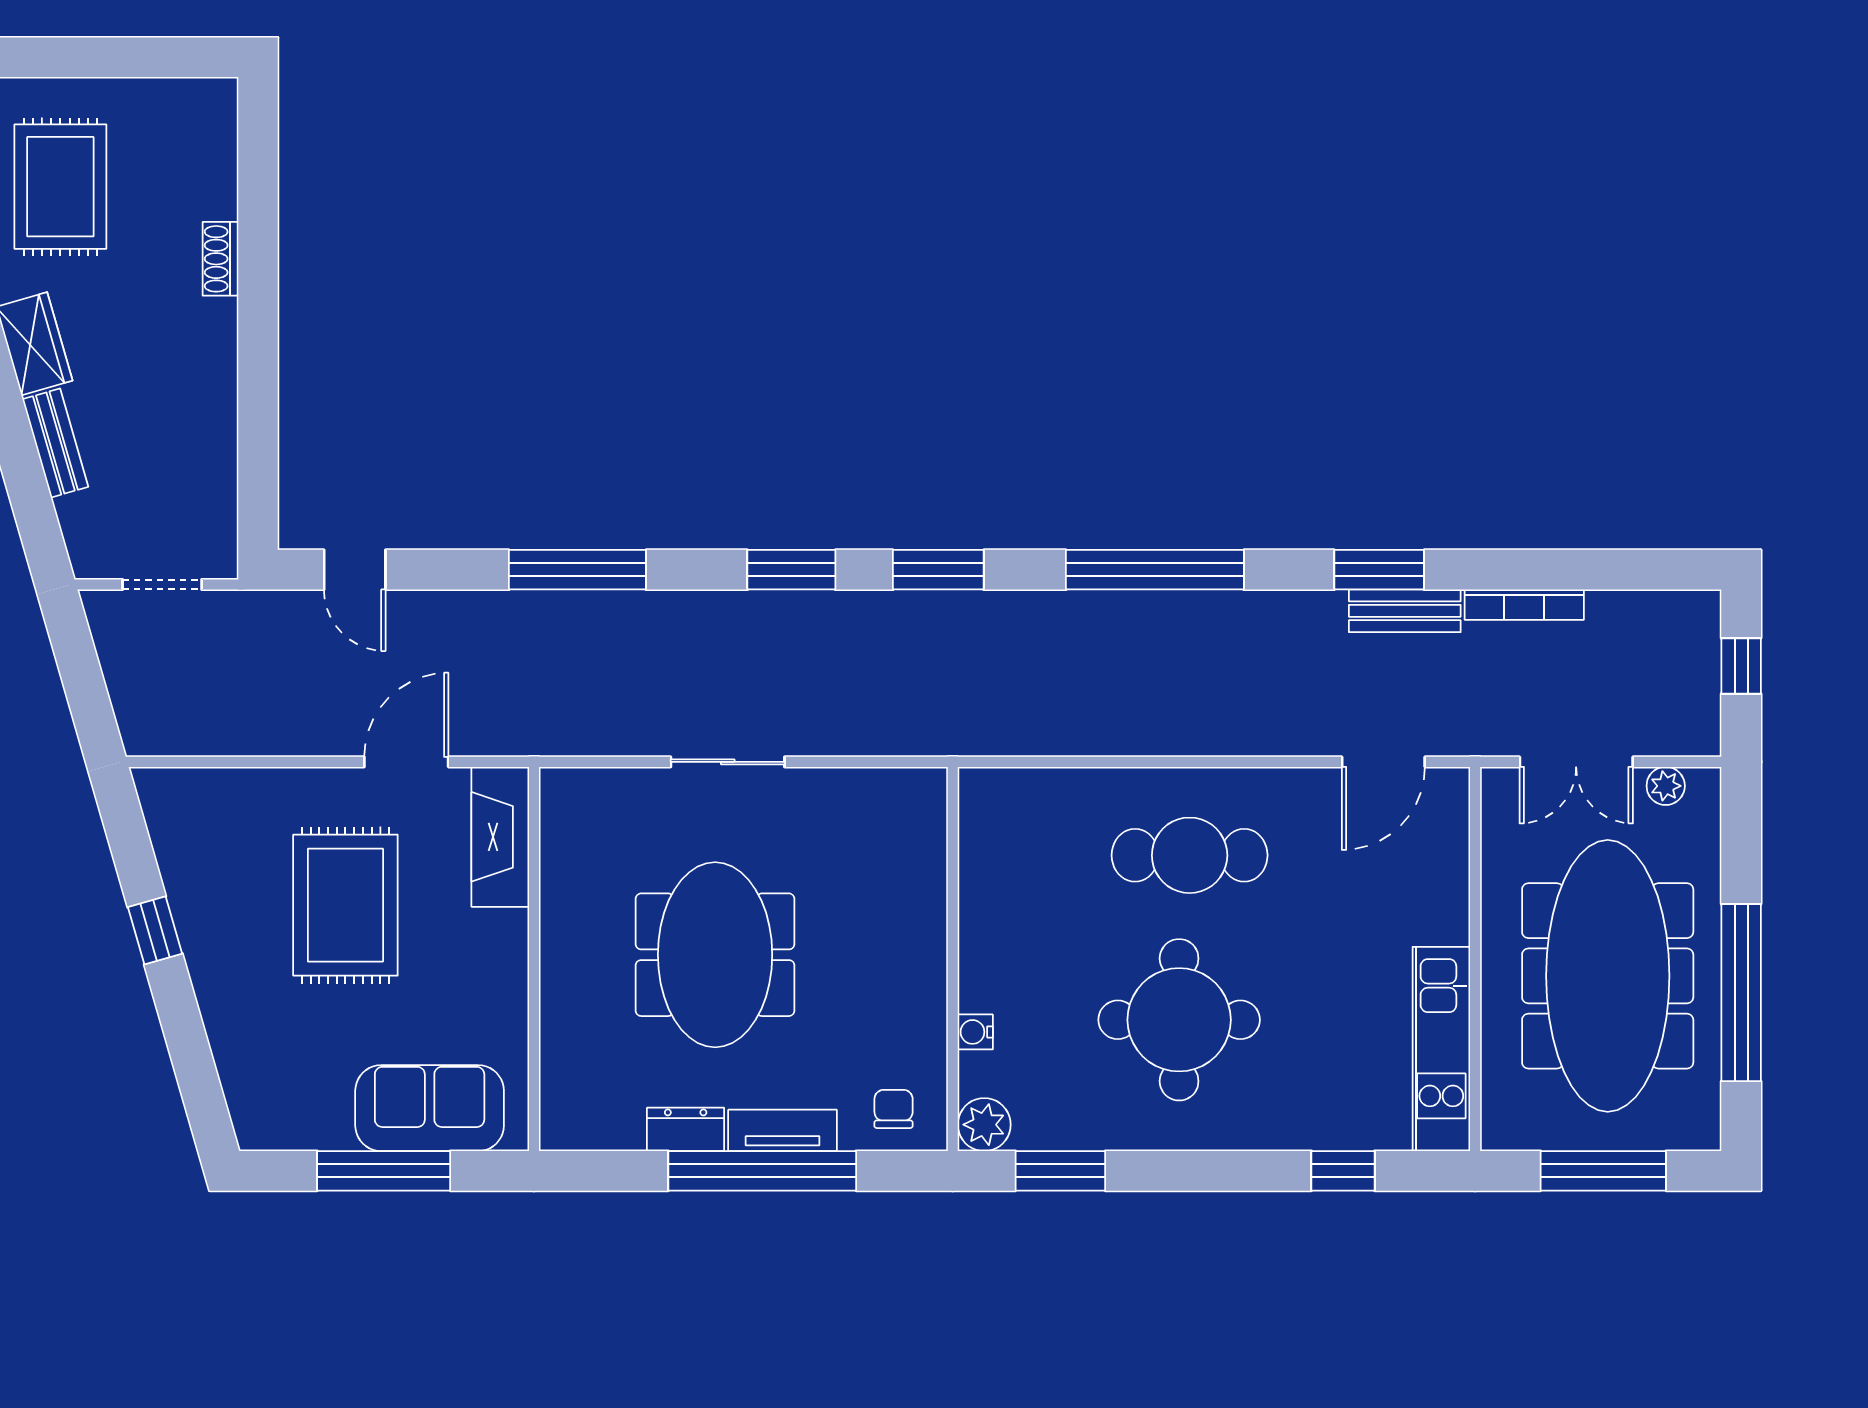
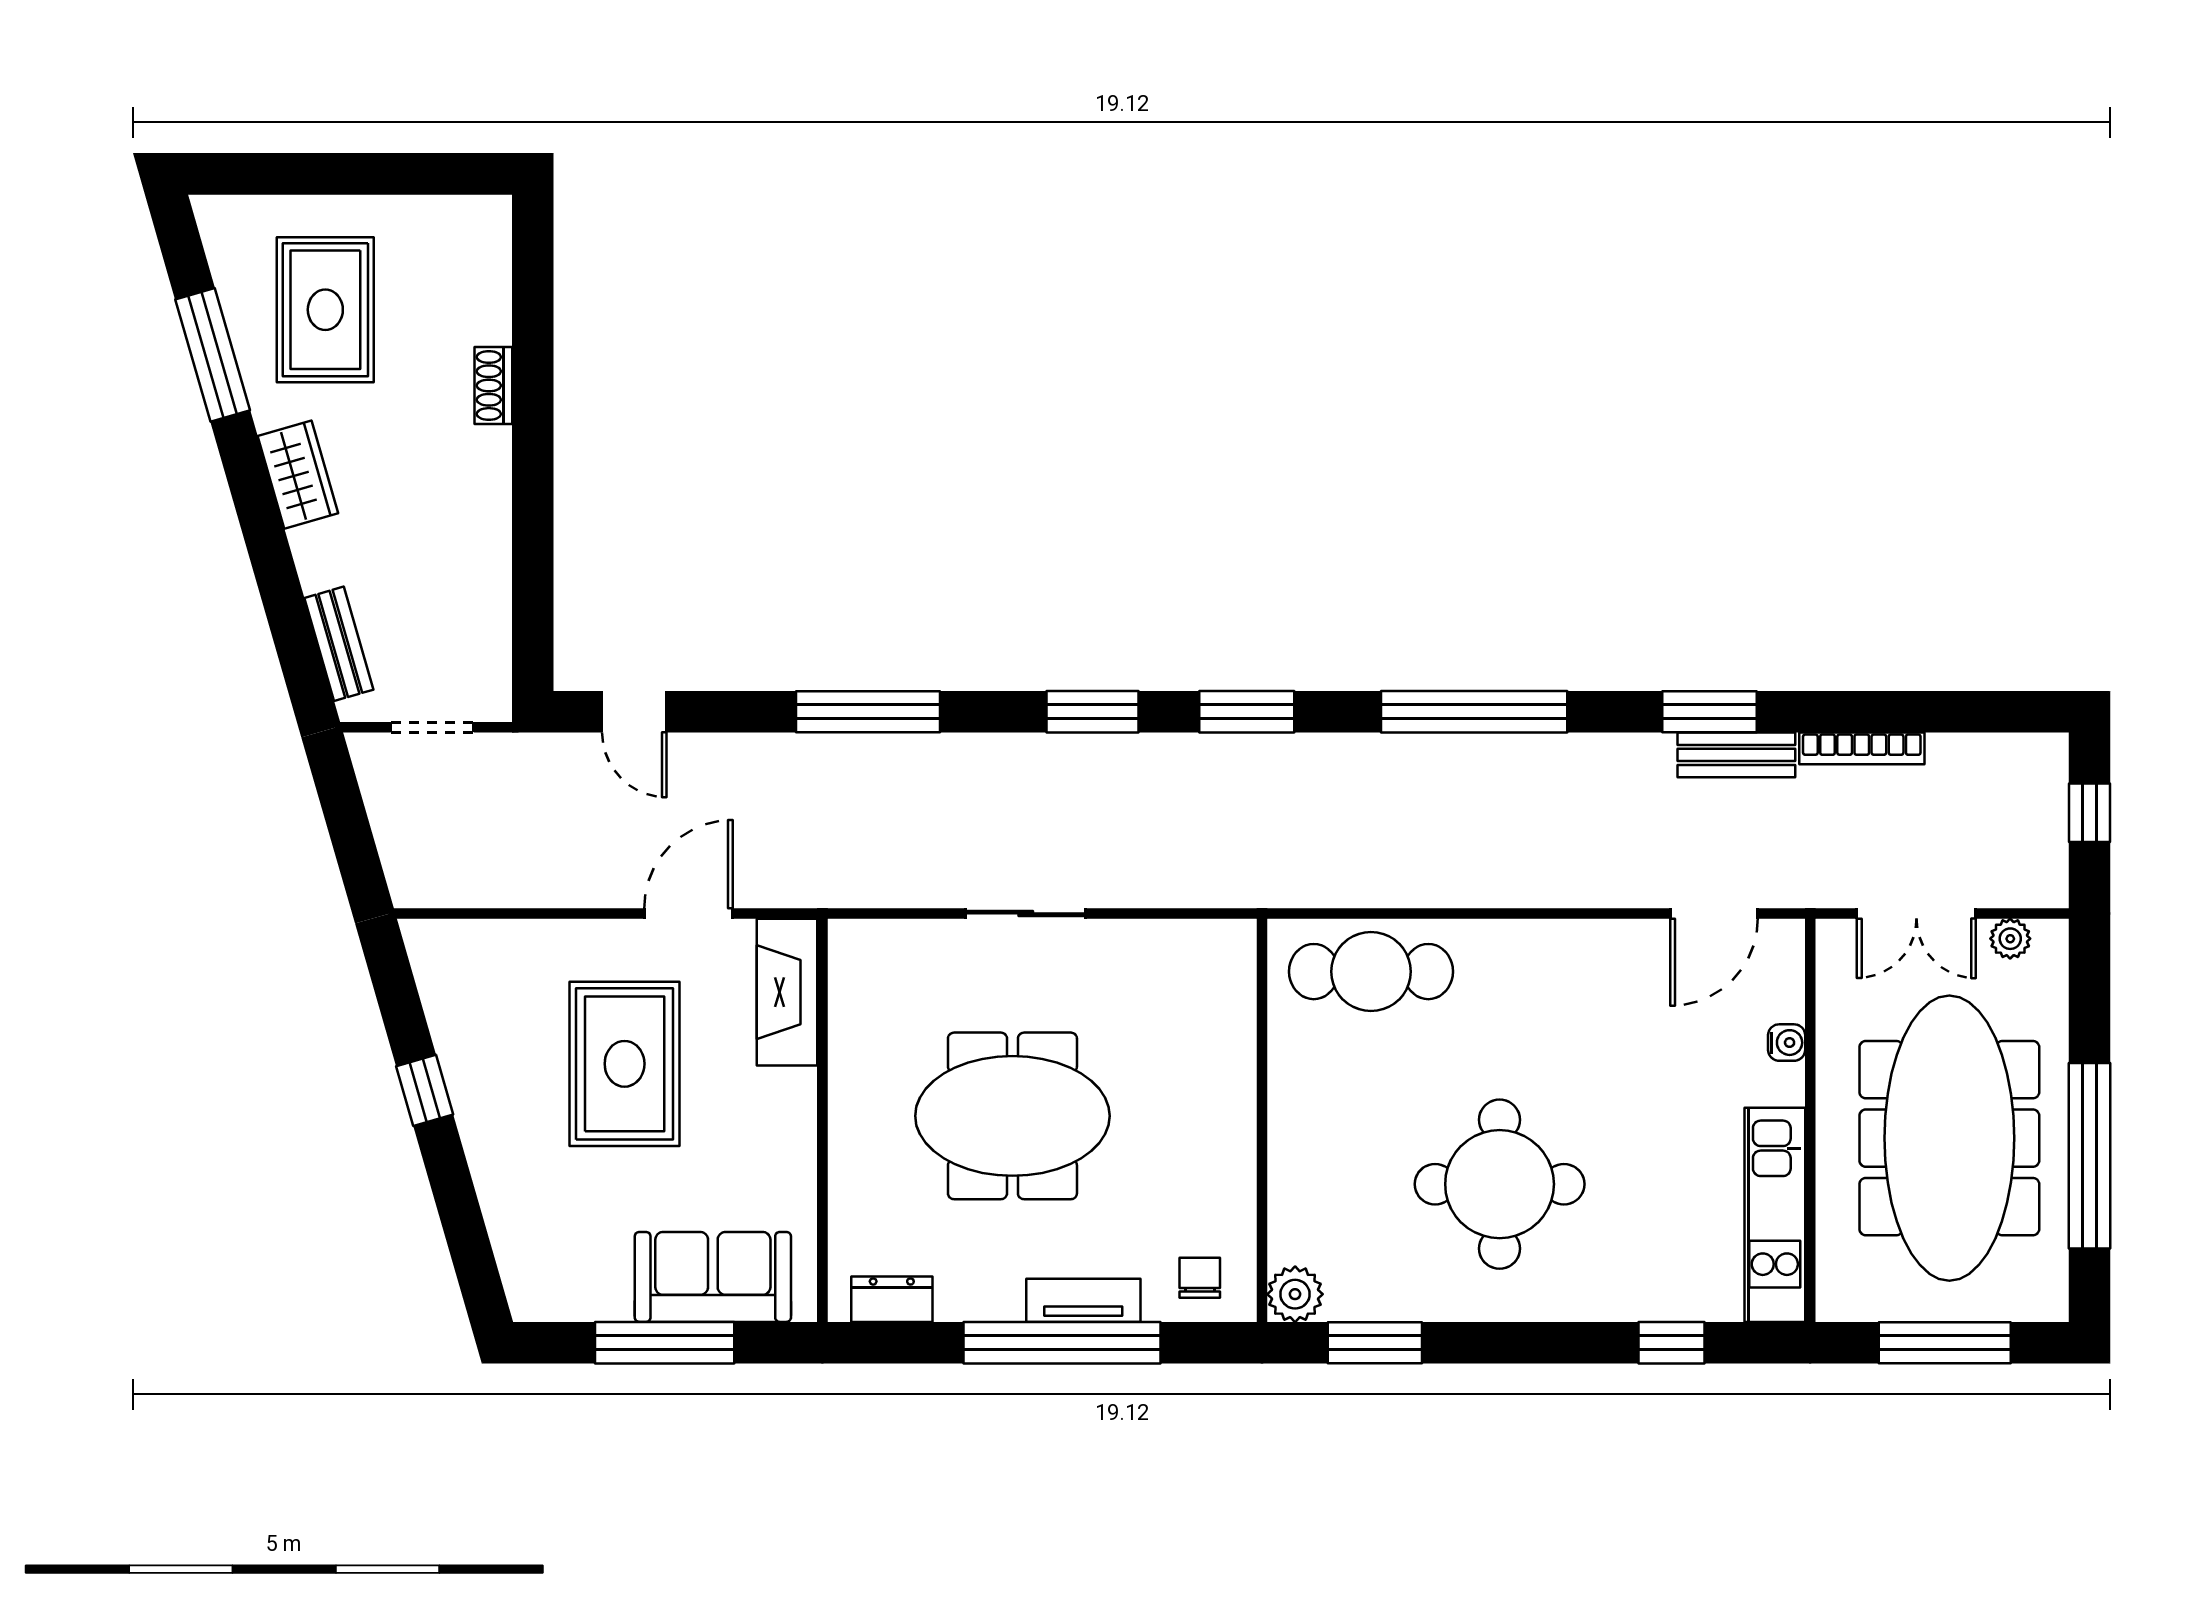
bench: (55, 443) -> (339, 644), moved
cafe table: (1190, 855) -> (1371, 972), moved
meeting table: (715, 955) -> (1012, 1116), turned 90
water cooler: (975, 1032) -> (1787, 1043), moved, turned 180
dresser: (686, 1129) -> (892, 1299), moved

